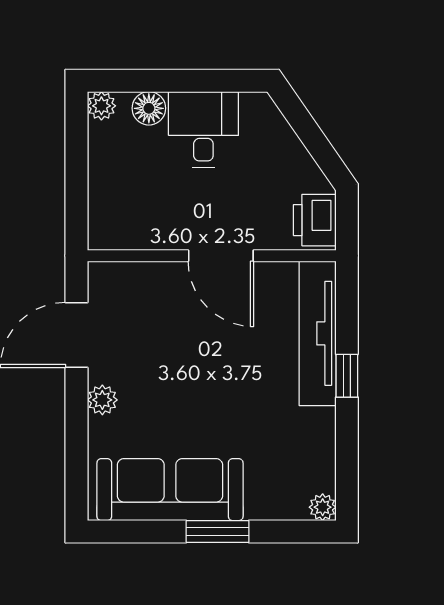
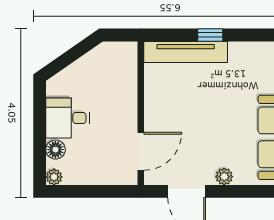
printer: (315, 220) -> (120, 54), removed
door: (221, 256) -> (141, 151), moved

